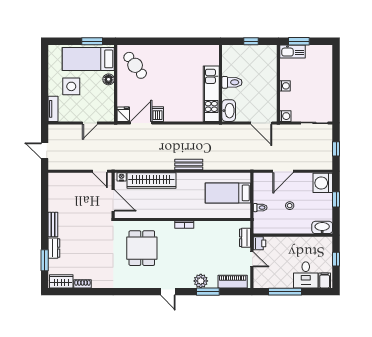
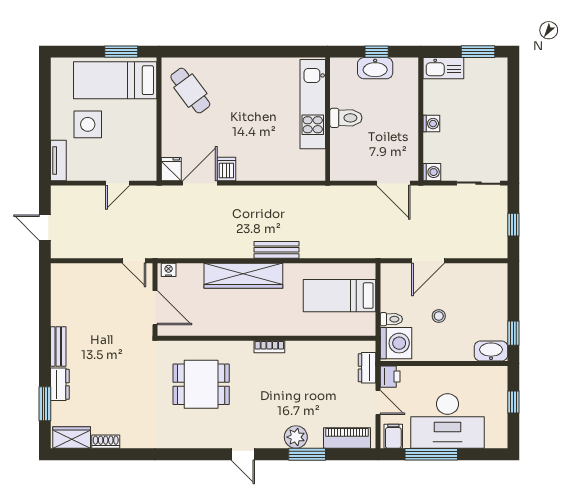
window: (299, 41) -> (478, 52), moved
floor lamp: (109, 79) -> (148, 113), removed
kitchen unit: (211, 94) -> (313, 104), moved
washbasin: (229, 111) -> (375, 68), moved, turned 90
wardrobe: (151, 181) -> (243, 276), moved
washing machine: (323, 183) -> (396, 343), moved, turned 180
window: (336, 199) -> (513, 333), moved
dining table: (142, 248) -> (201, 384), turned 90
desk: (306, 275) -> (447, 421), width x1.87, depth x1.30
filing cabinet: (325, 280) -> (393, 436), moved

